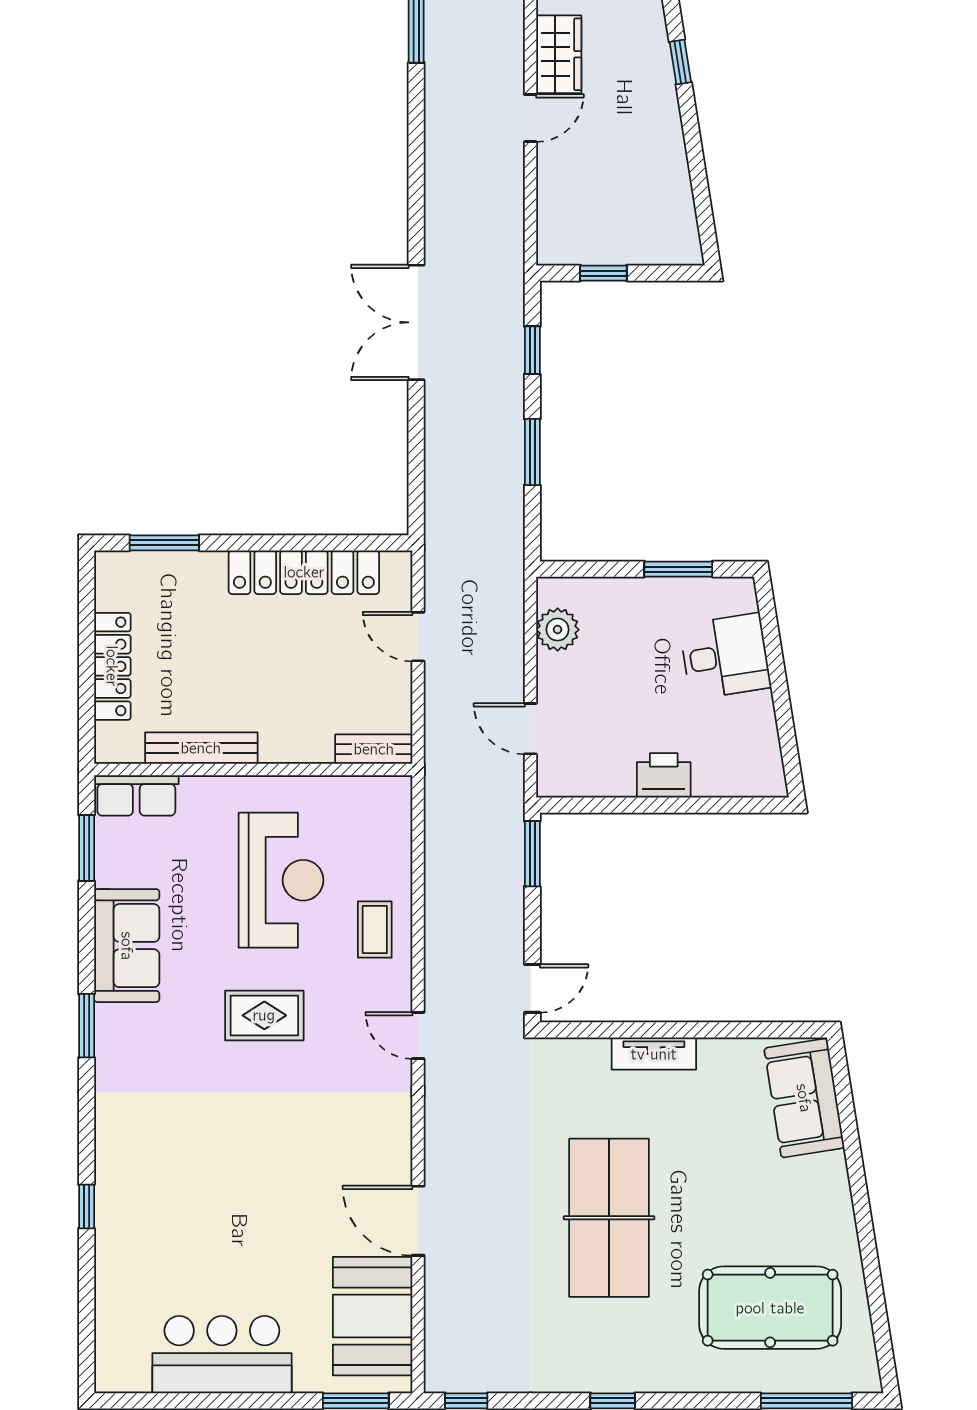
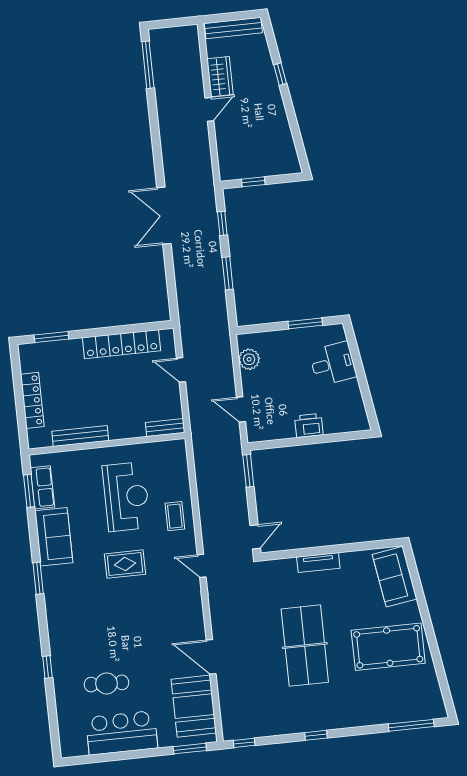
row of seats: (136, 795) -> (42, 487), moved, turned -90
cafe table: (202, 1252) -> (106, 683), added
pool table: (770, 1308) -> (388, 647), moved

